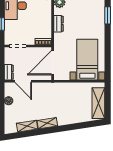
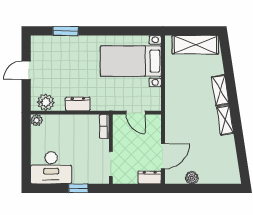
door: (53, 63) -> (136, 113), width x0.53
shelving: (27, 126) -> (220, 90), moved

